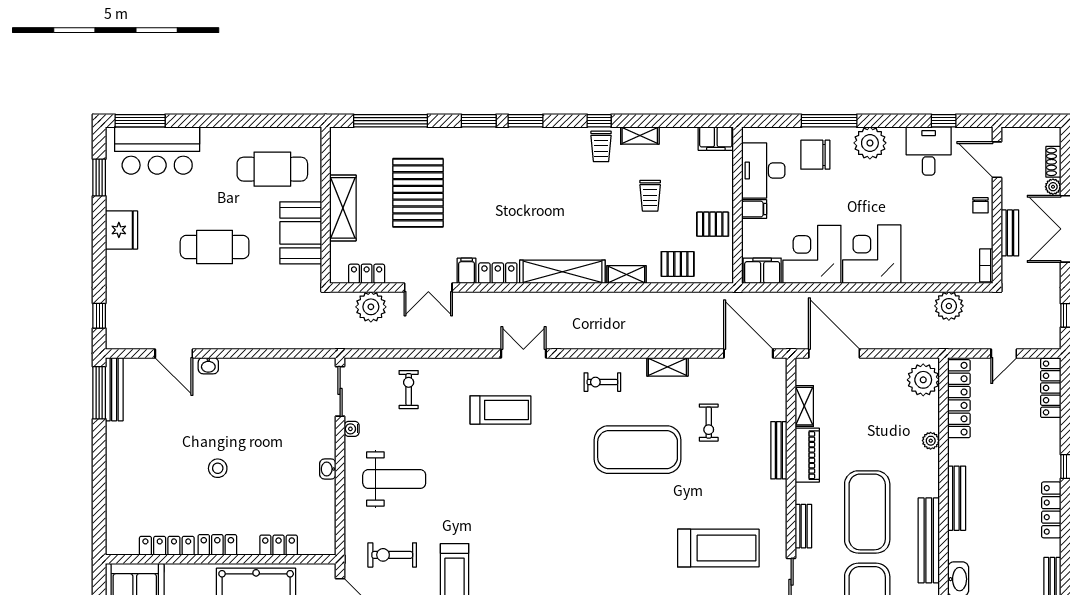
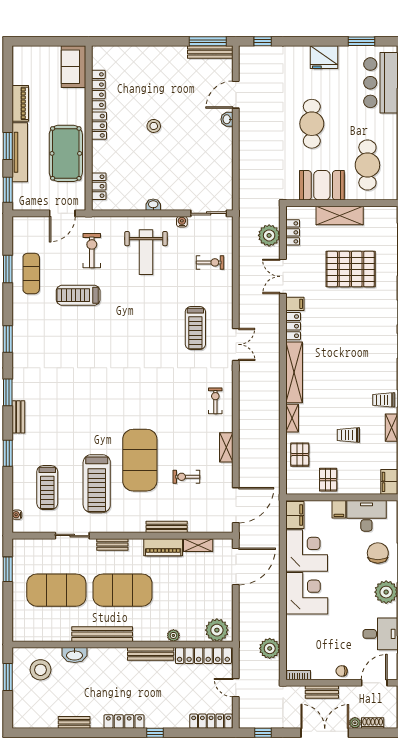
exercise mat: (638, 450) -> (140, 460), moved
bench: (957, 498) -> (151, 654), moved
locker: (279, 545) -> (99, 186), moved

